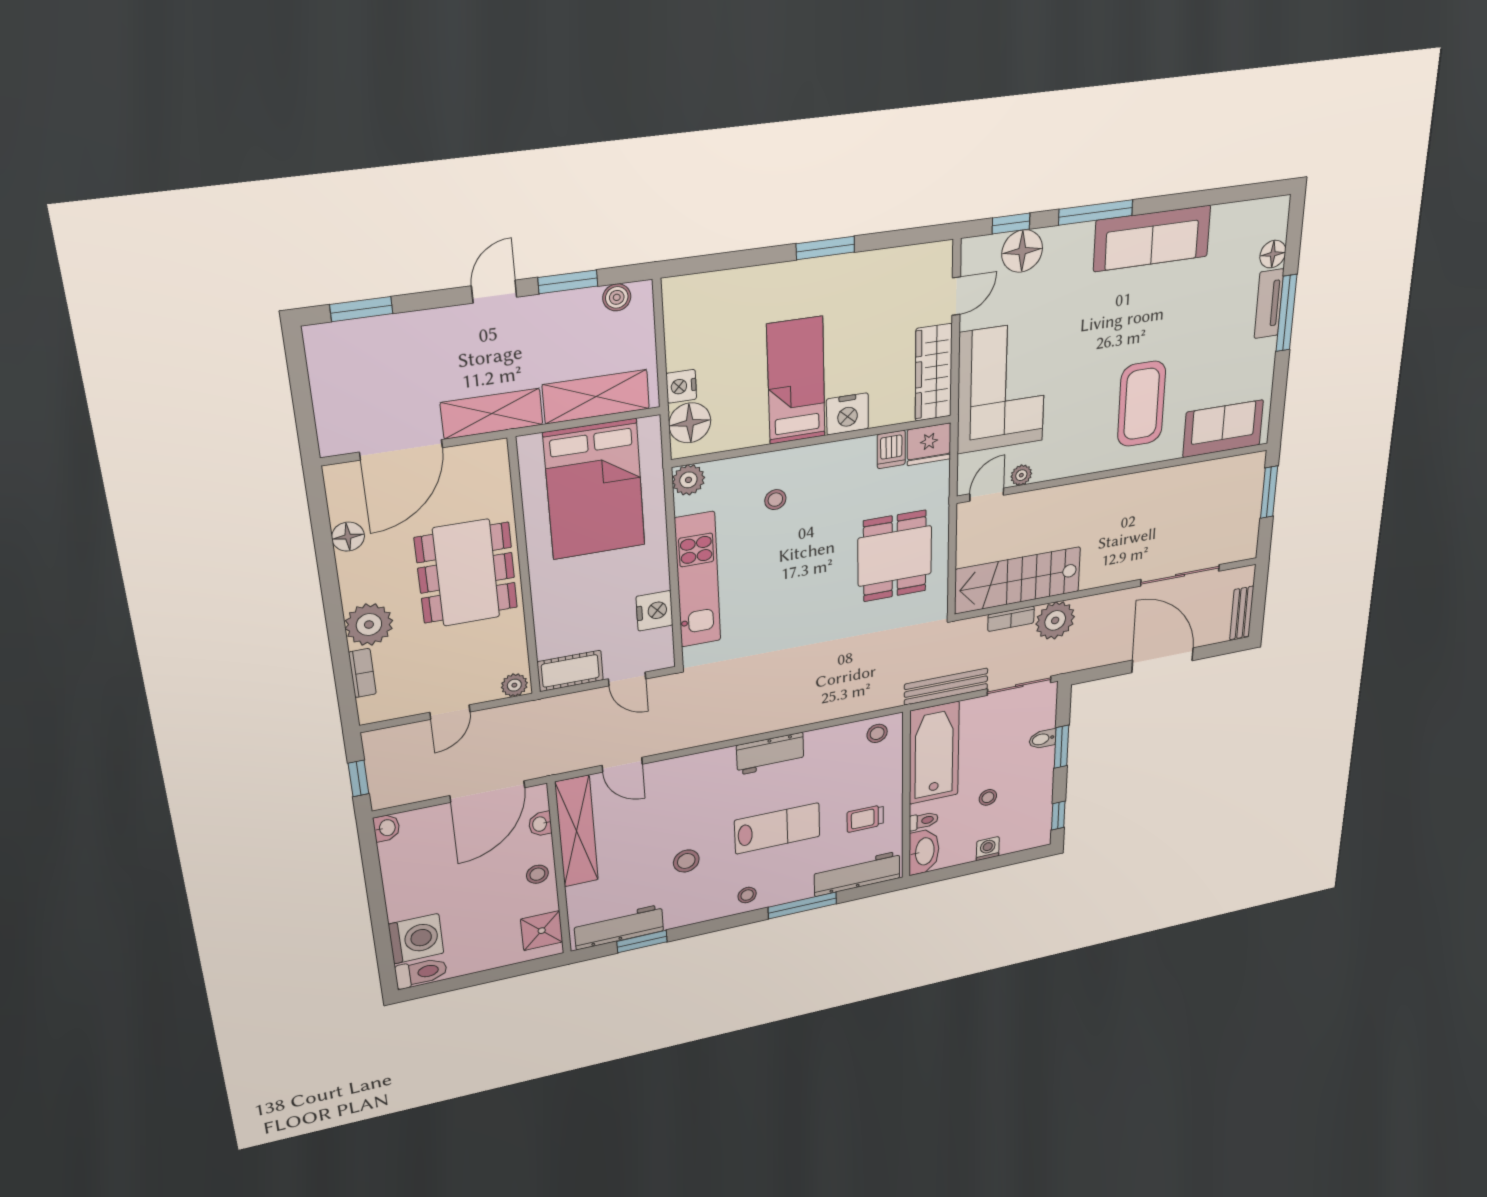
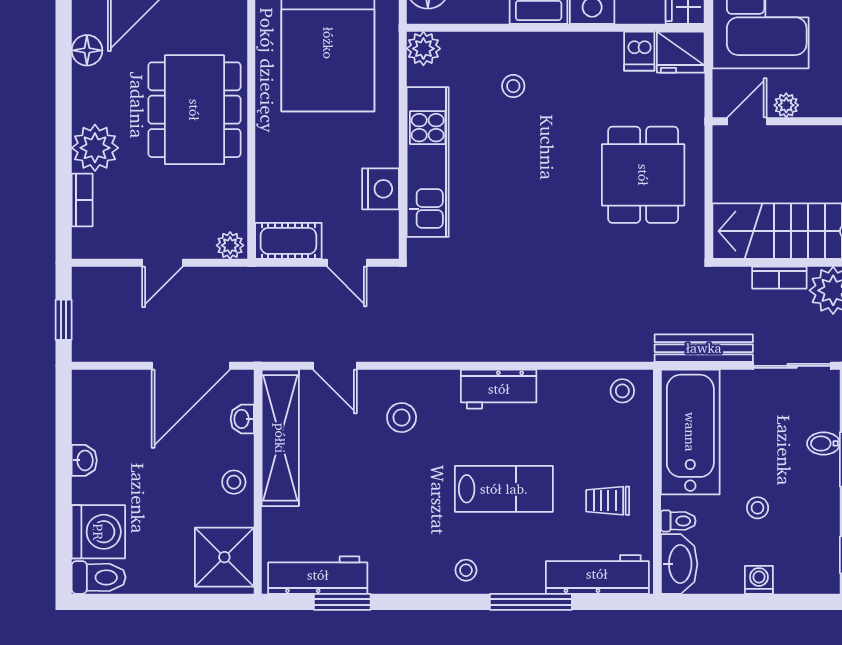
washbasin: (387, 828) -> (84, 460), moved
stool: (686, 861) -> (402, 418), moved
shower: (542, 931) -> (224, 557), width x1.36, depth x1.36

